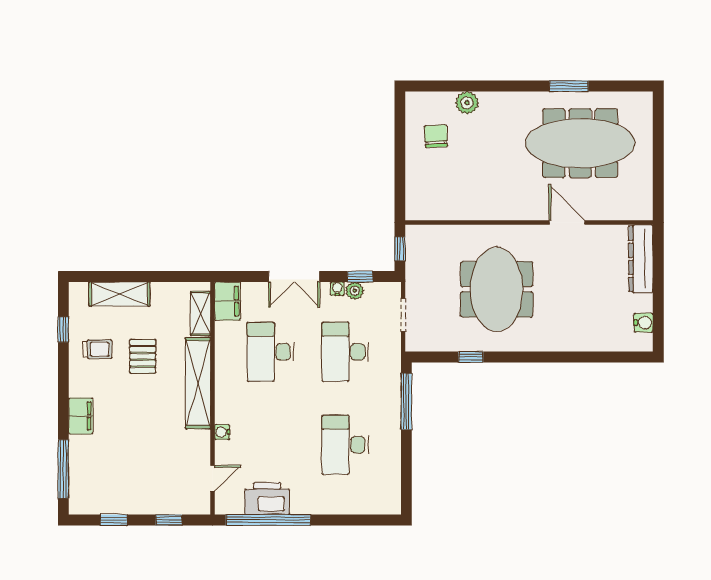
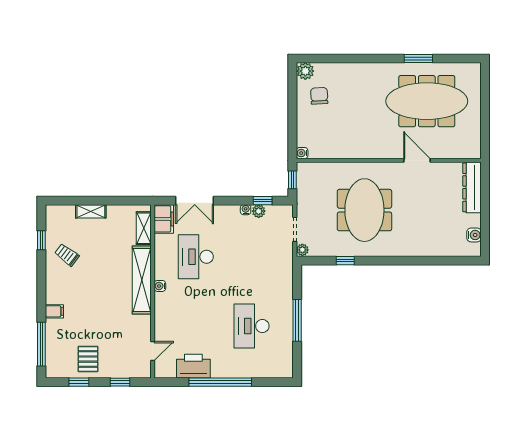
plant: (467, 103) -> (305, 71), moved
water cooler: (413, 213) -> (302, 153), added
double door: (294, 277) -> (195, 201), moved
shelving: (120, 294) -> (91, 211), width x0.67, depth x0.75
plant: (413, 343) -> (302, 250), added
trolley: (97, 349) -> (67, 255), turned -143
desk: (345, 352) -> (252, 257), removed
pallet: (143, 356) -> (88, 359), moved
window: (406, 401) -> (297, 320), moved
filing cabinet: (81, 416) -> (54, 311), width x0.50
water cooler: (222, 432) -> (160, 286), moved
window: (268, 520) -> (220, 382), moved

